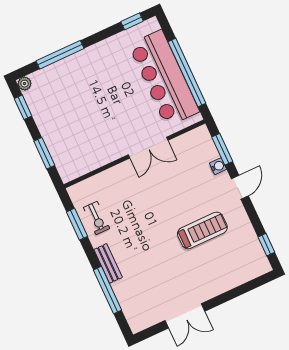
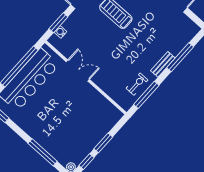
window: (44, 153) -> (103, 143), moved
water cooler: (218, 166) -> (61, 32), moved
window: (77, 224) -> (146, 95), width x1.44

